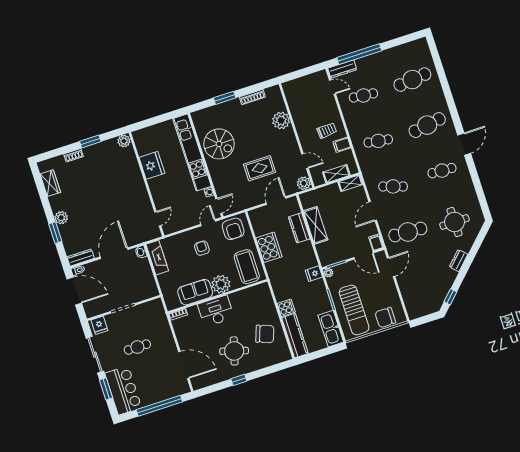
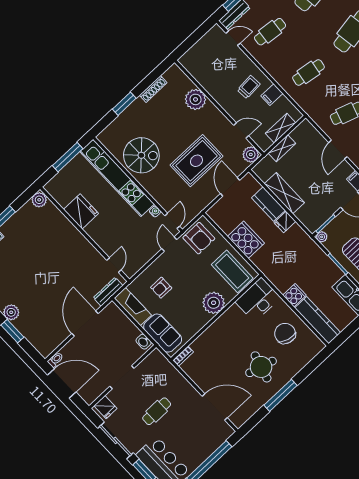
window: (161, 118) -> (68, 157), added
rug: (260, 168) -> (196, 161), width x1.36, depth x1.43
shelving: (350, 183) -> (282, 148), moved
armchair: (202, 248) -> (161, 288), moved, turned -90
washbasin: (141, 252) -> (144, 342), moved
dresser: (81, 258) -> (108, 292), moved
fridge: (314, 274) -> (285, 222), moved
sofa: (195, 292) -> (163, 333), moved, turned 90
desk: (216, 311) -> (258, 300), moved
chair: (265, 334) -> (285, 333), turned -95
window: (239, 380) -> (280, 395), width x2.17

